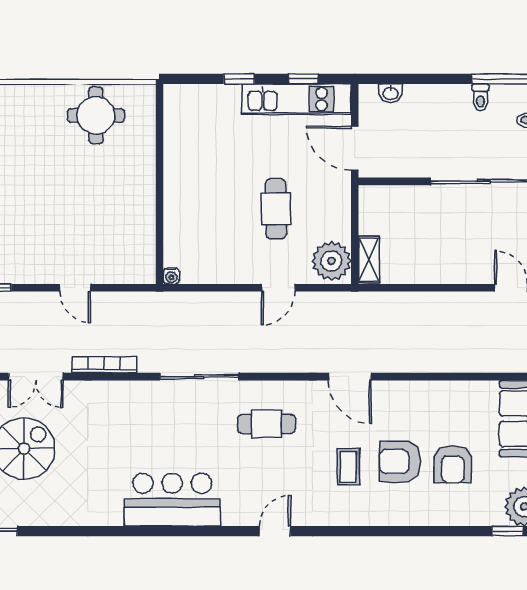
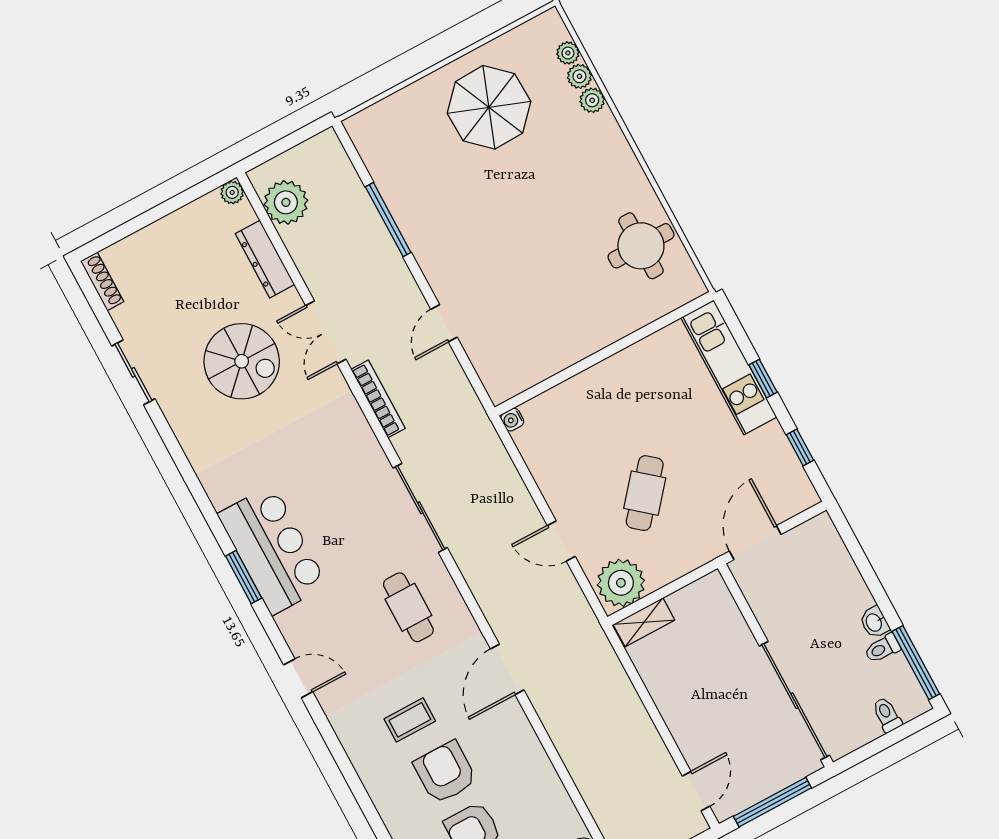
washbasin: (390, 93) -> (874, 622), moved
kitchen unit: (296, 99) -> (729, 367), moved
cafe table: (276, 209) -> (645, 493), turned -49
window: (181, 531) -> (244, 577), added

